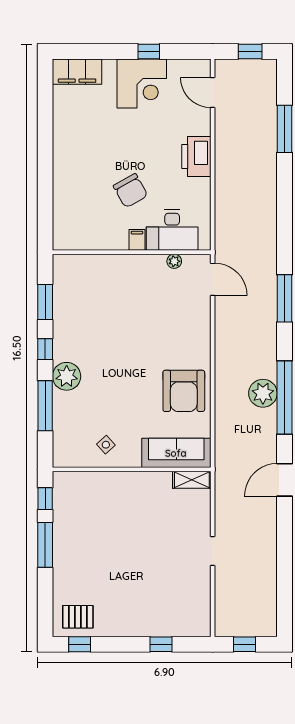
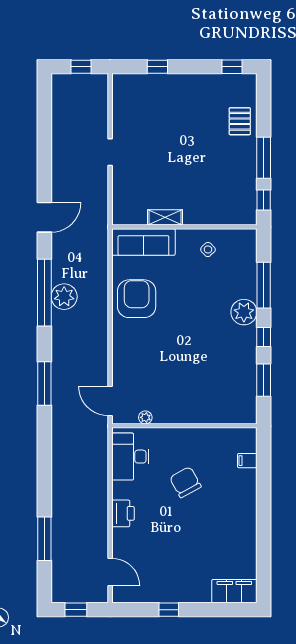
corner desk: (142, 84) -> (175, 580), removed
printer: (196, 157) -> (123, 513), width x0.73, depth x0.84
desk: (172, 230) -> (130, 457), moved, turned -90
filing cabinet: (137, 240) -> (247, 461), moved, turned 90
shelving: (192, 480) -> (165, 217), moved
pallet: (78, 617) -> (240, 121), moved, turned 90

